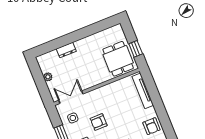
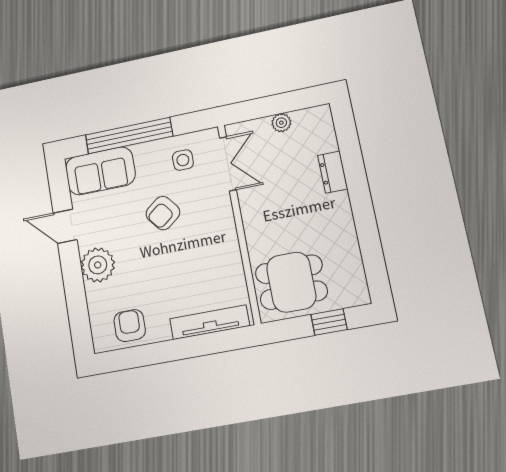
window: (136, 49) -> (329, 322), moved
armchair: (99, 122) -> (163, 213), turned -128
armchair: (151, 126) -> (130, 326), turned 90

